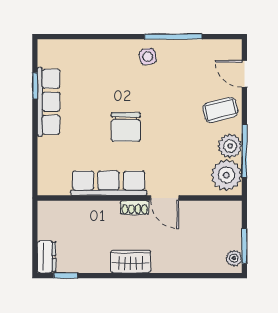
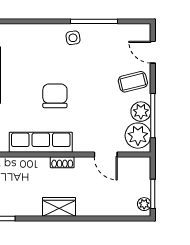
chair: (126, 127) -> (55, 96), turned 180
door: (165, 198) -> (106, 154), moved

